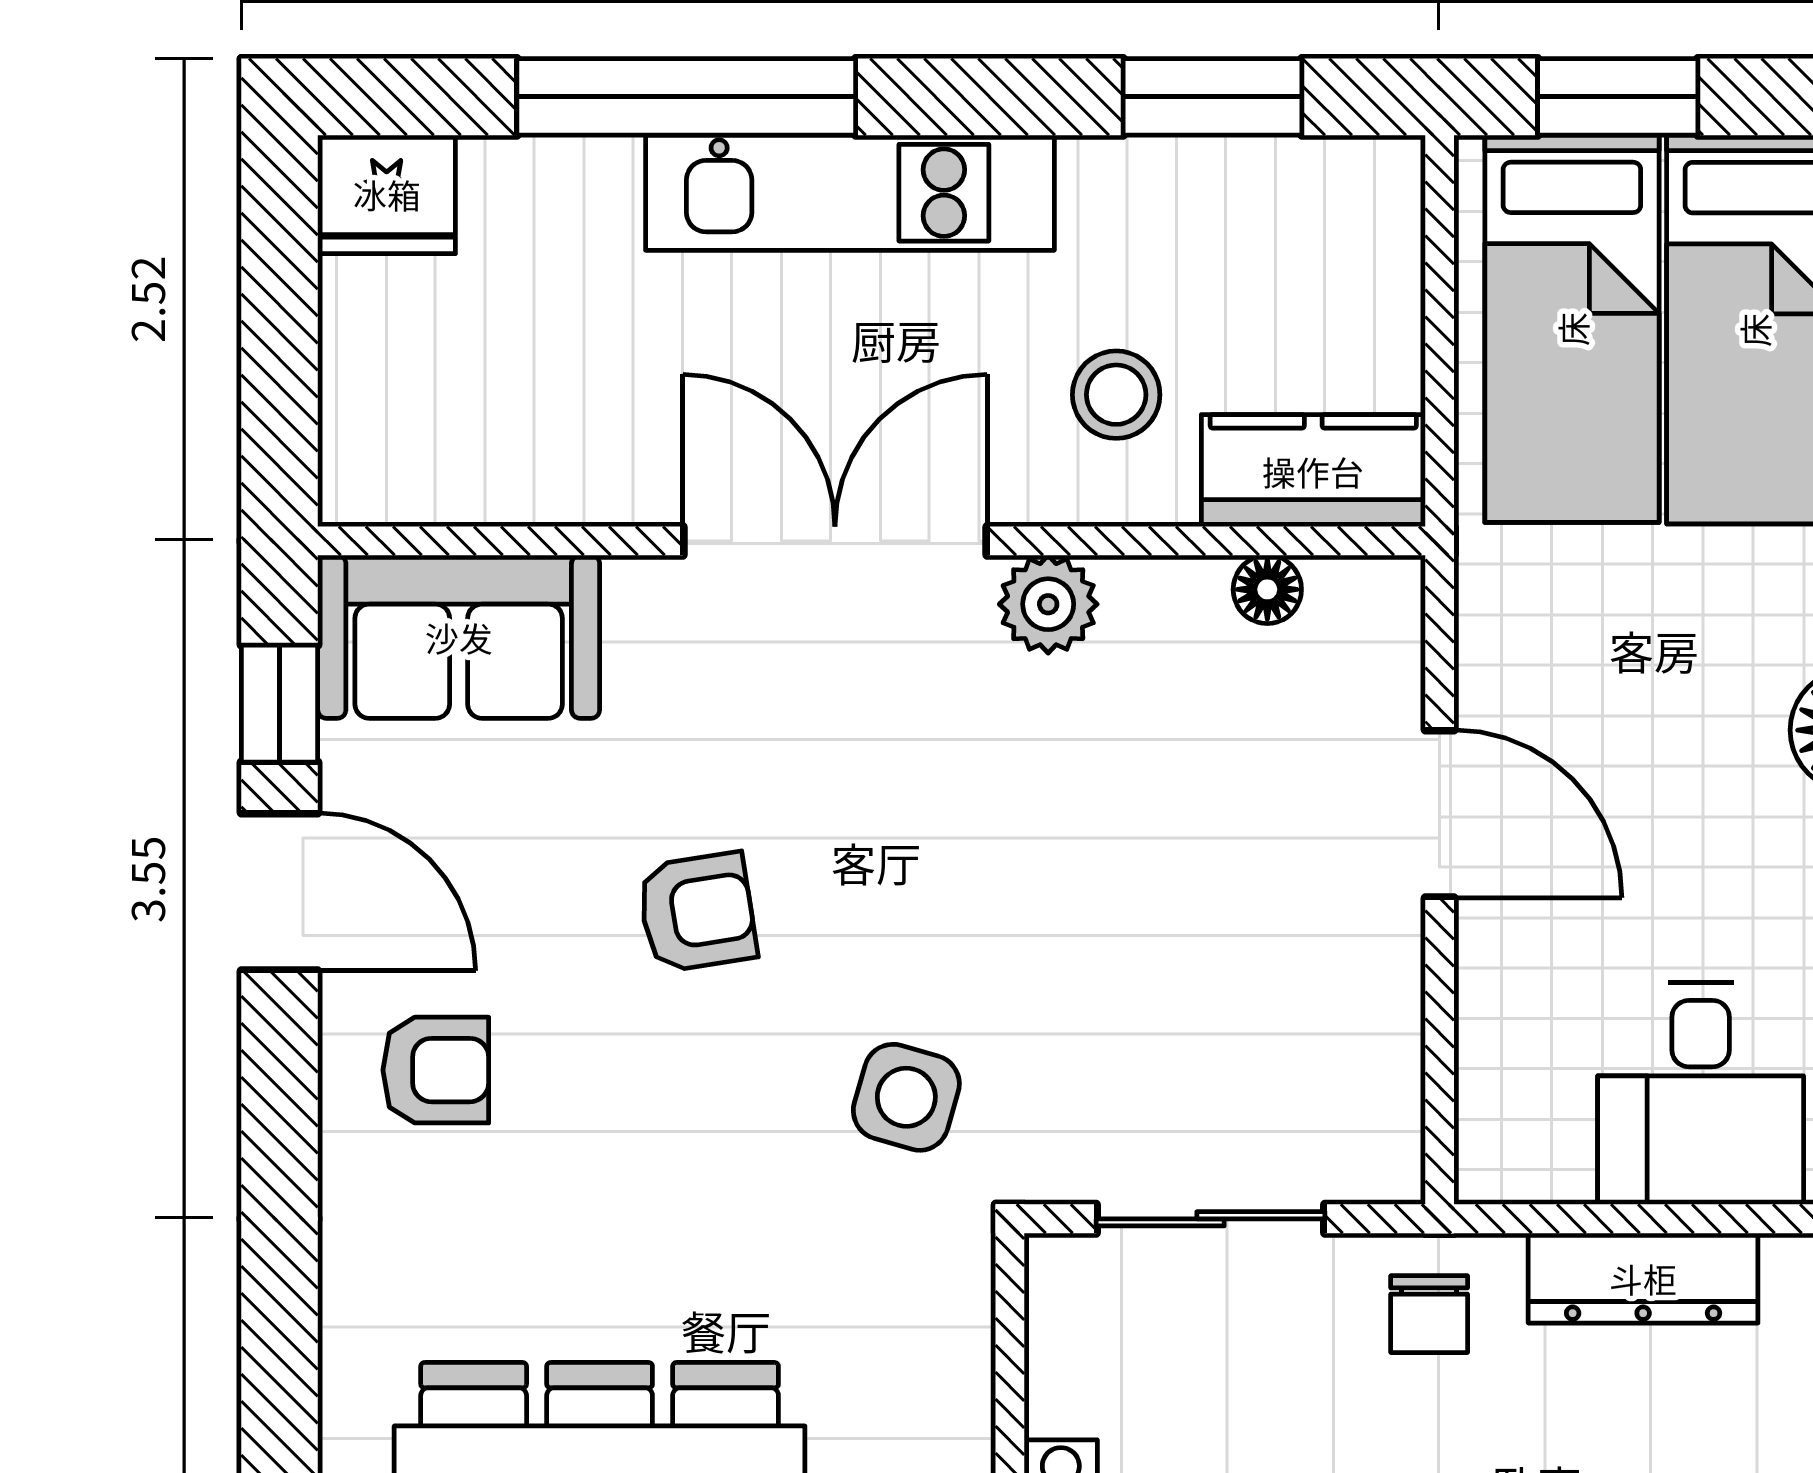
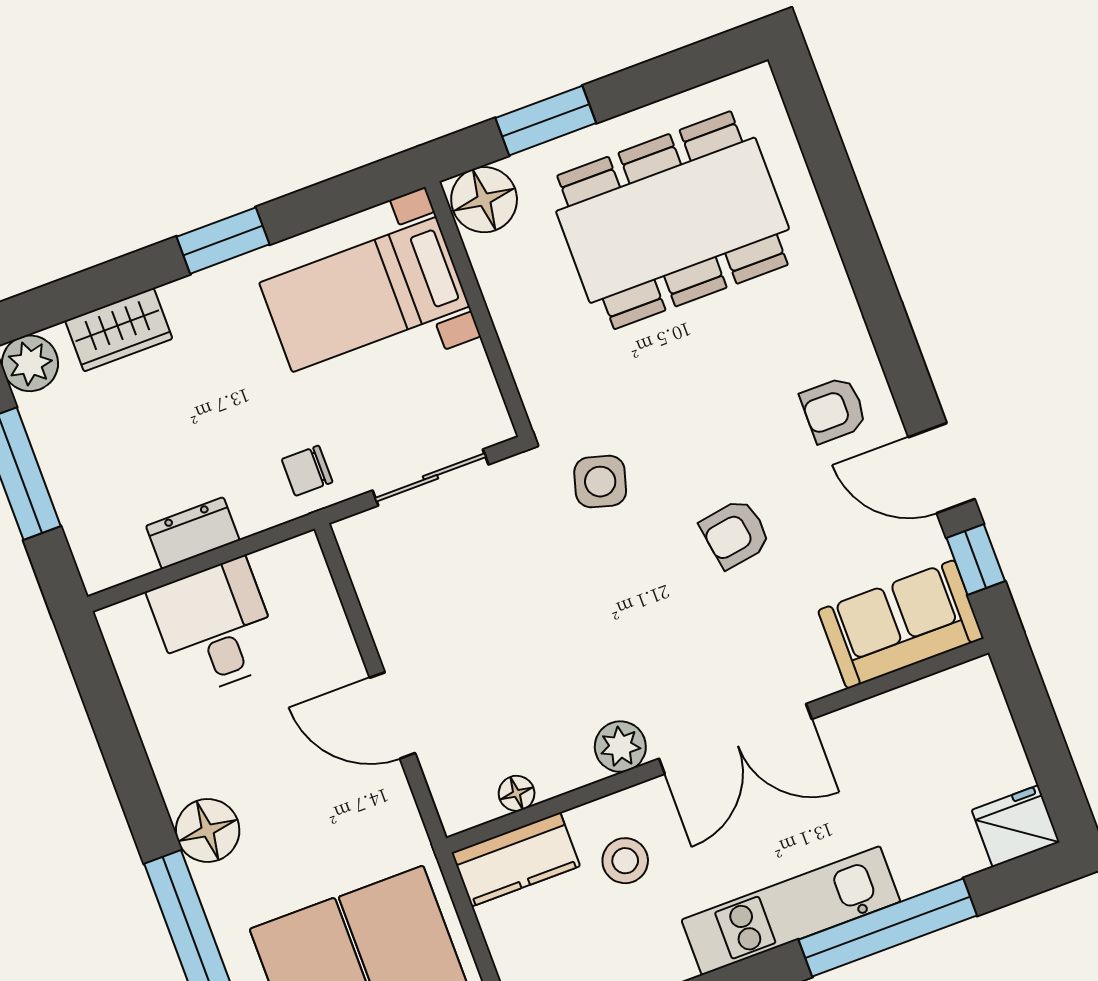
dresser: (1643, 1278) -> (193, 533), width x0.70
chair: (1429, 1314) -> (307, 471), turned -90

